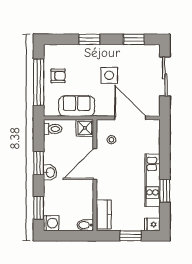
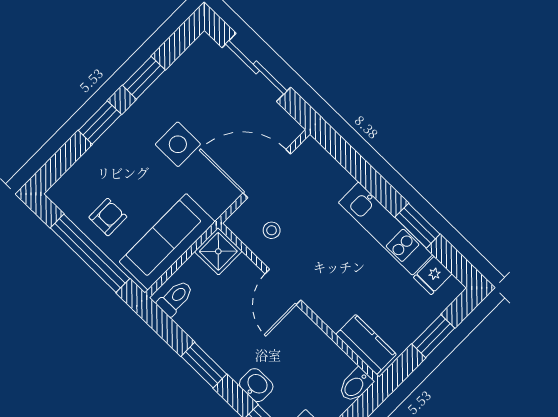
window: (134, 39) -> (144, 78), moved
sofa: (77, 106) -> (167, 242), width x1.36
door: (95, 164) -> (283, 287), width x0.73
washbasin: (50, 172) -> (256, 385), moved
fridge: (152, 224) -> (433, 276), moved

